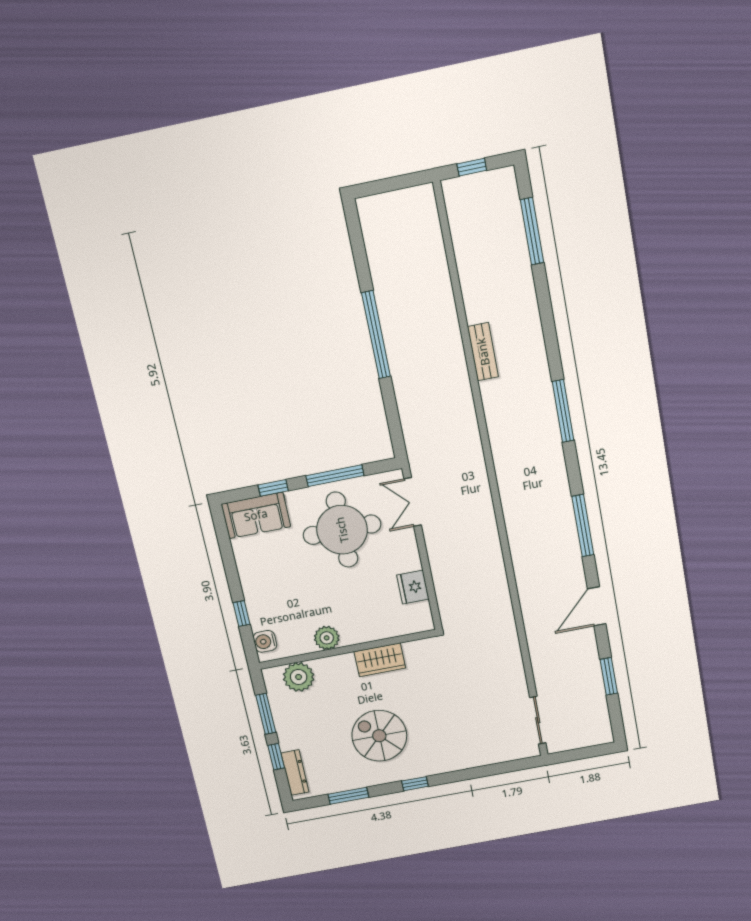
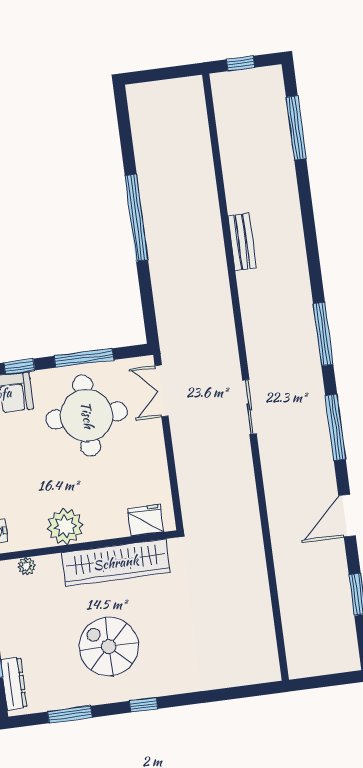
window: (563, 411) -> (323, 334), moved
fridge: (413, 587) -> (146, 520), moved, turned 90
plant: (327, 638) -> (65, 527), width x1.36, depth x1.36
wardrobe: (380, 660) -> (116, 563), width x2.10, depth x1.17
plant: (299, 677) -> (26, 566), width x0.53, depth x0.53
sliding door: (538, 720) -> (249, 407), moved

